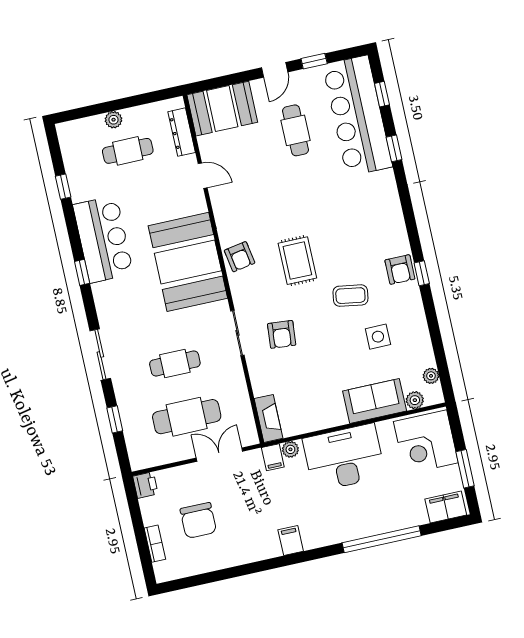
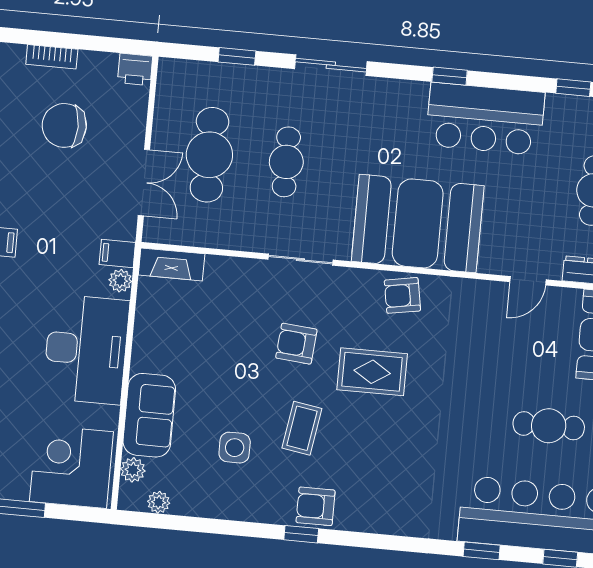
armchair: (282, 334) -> (296, 344), moved

